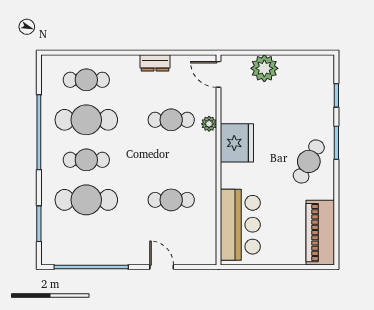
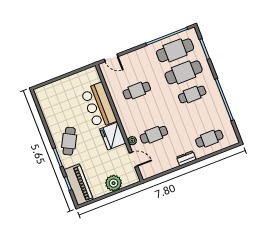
dresser: (155, 63) -> (186, 158), moved
door: (219, 74) -> (134, 160), moved
cafe table: (86, 120) -> (175, 50), moved
bar counter: (240, 225) -> (99, 106), moved
piano: (320, 233) -> (79, 185), moved
door: (162, 267) -> (111, 58), moved

